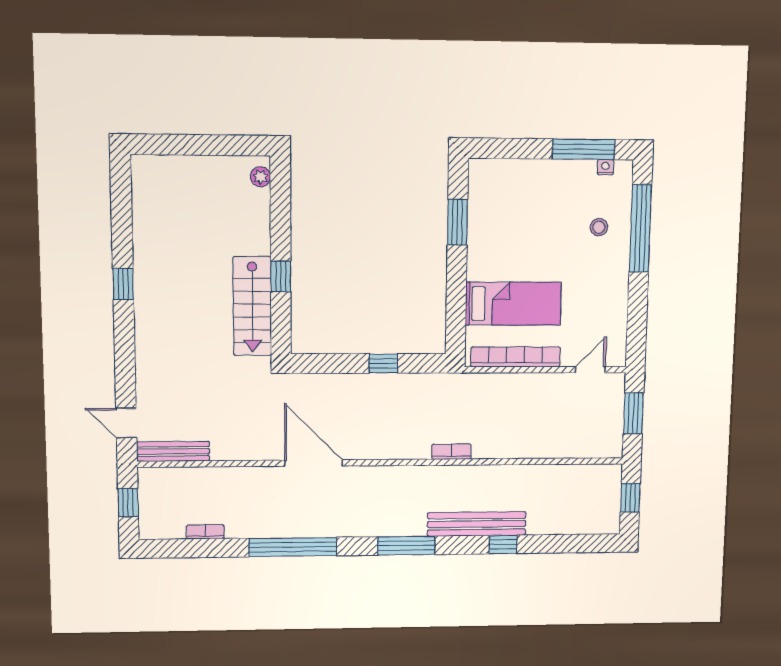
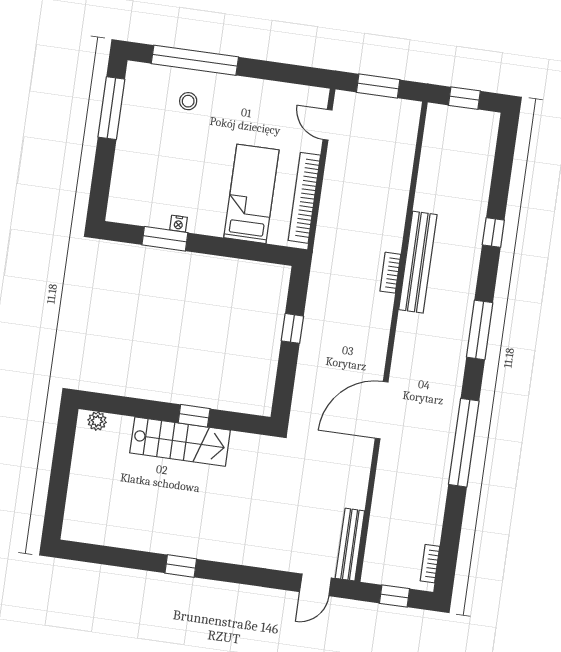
nightstand: (605, 167) -> (178, 224), moved, turned -90
stairs: (252, 306) -> (180, 442), moved
bench: (477, 524) -> (418, 262), moved
bookcase: (205, 532) -> (430, 564), moved

